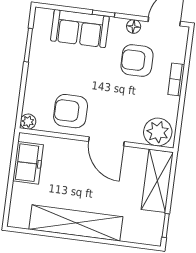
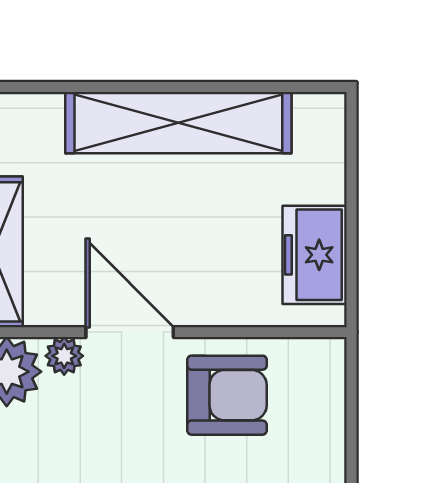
plant: (28, 122) -> (64, 356), moved

